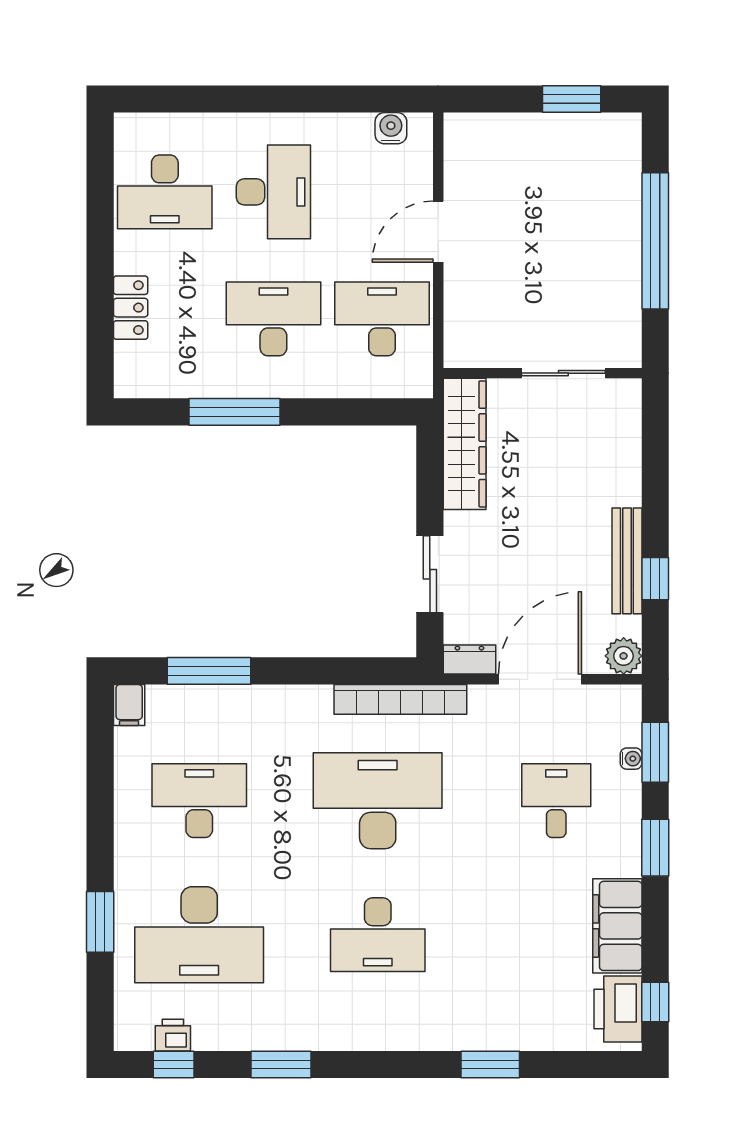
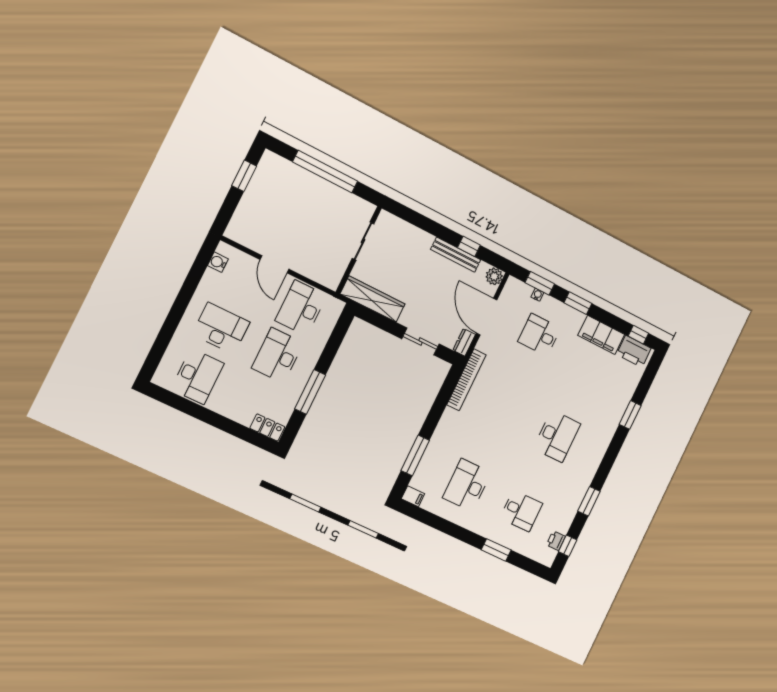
locker: (131, 308) -> (267, 427), moved
desk: (378, 801) -> (503, 410), removed
desk: (199, 935) -> (521, 511), width x0.53, depth x0.77

